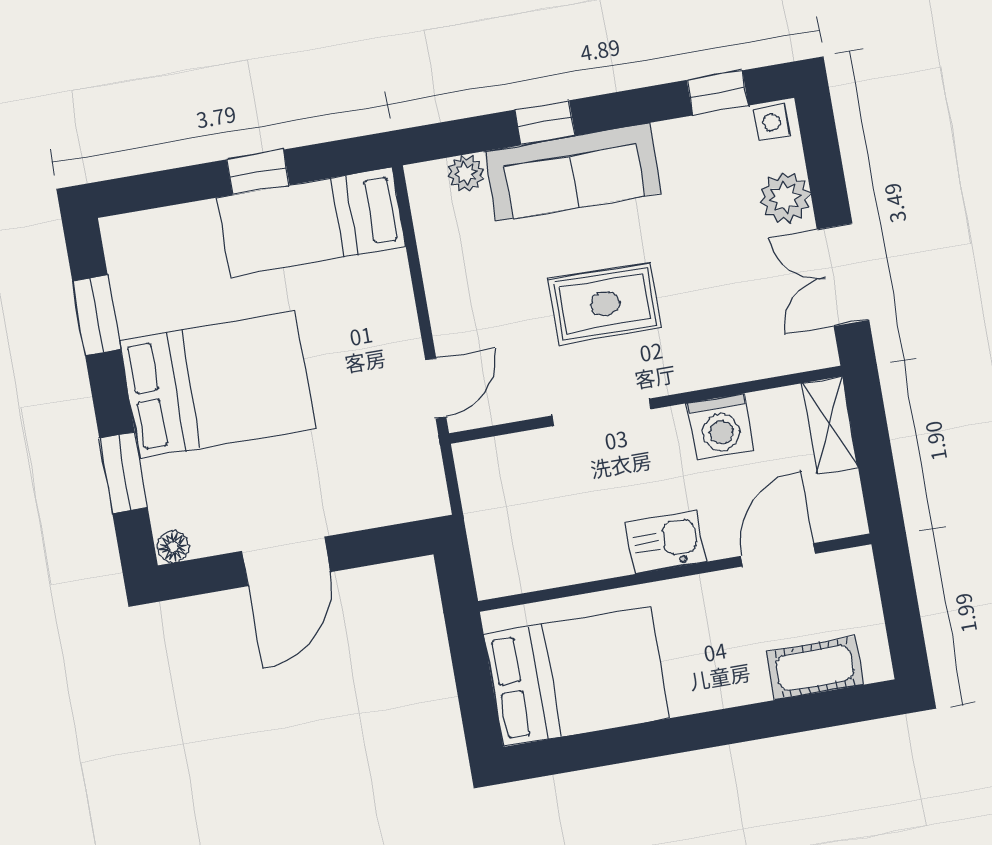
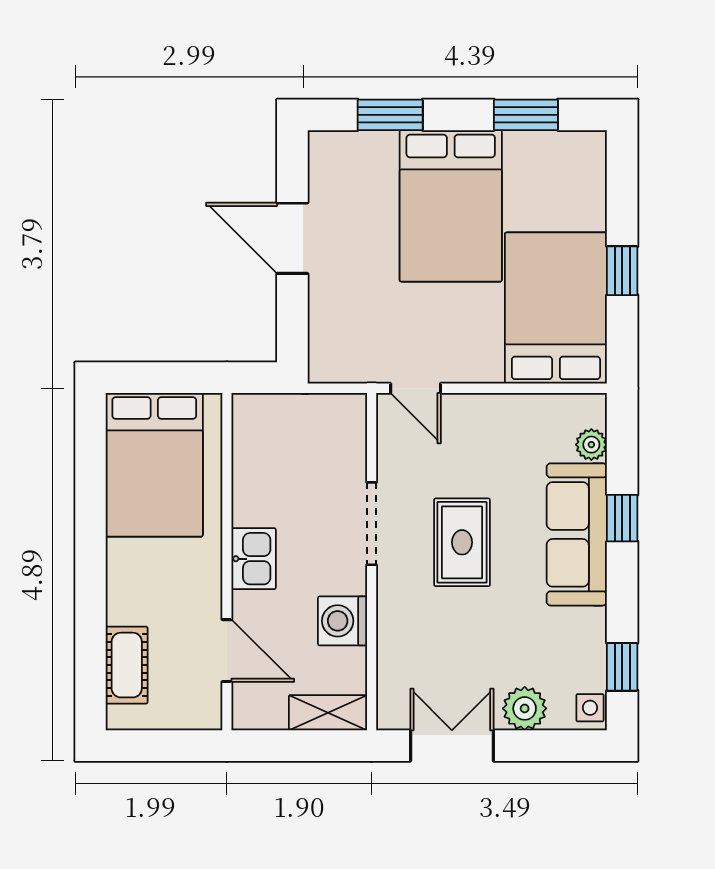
bed: (311, 222) -> (556, 308), width x1.50
floor lamp: (173, 547) -> (321, 146), removed

